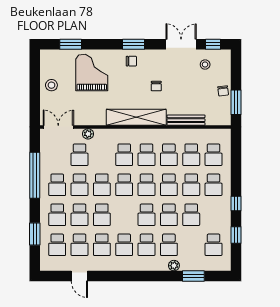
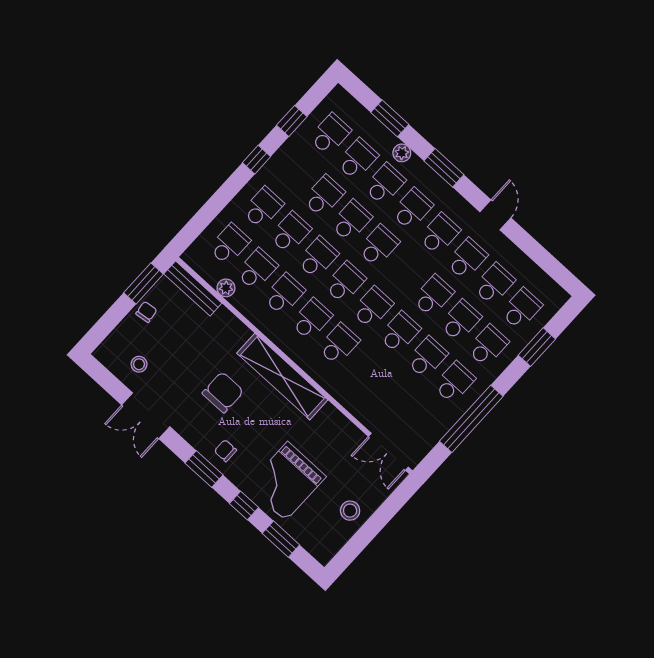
window: (213, 44) -> (244, 505), moved
chair: (156, 86) -> (223, 392), width x1.87, depth x1.87
bench: (186, 120) -> (193, 288), moved
plant: (88, 134) -> (226, 288), moved
school desk: (80, 155) -> (357, 159), moved
door: (79, 276) -> (495, 215), moved
window: (149, 276) -> (444, 168), added

